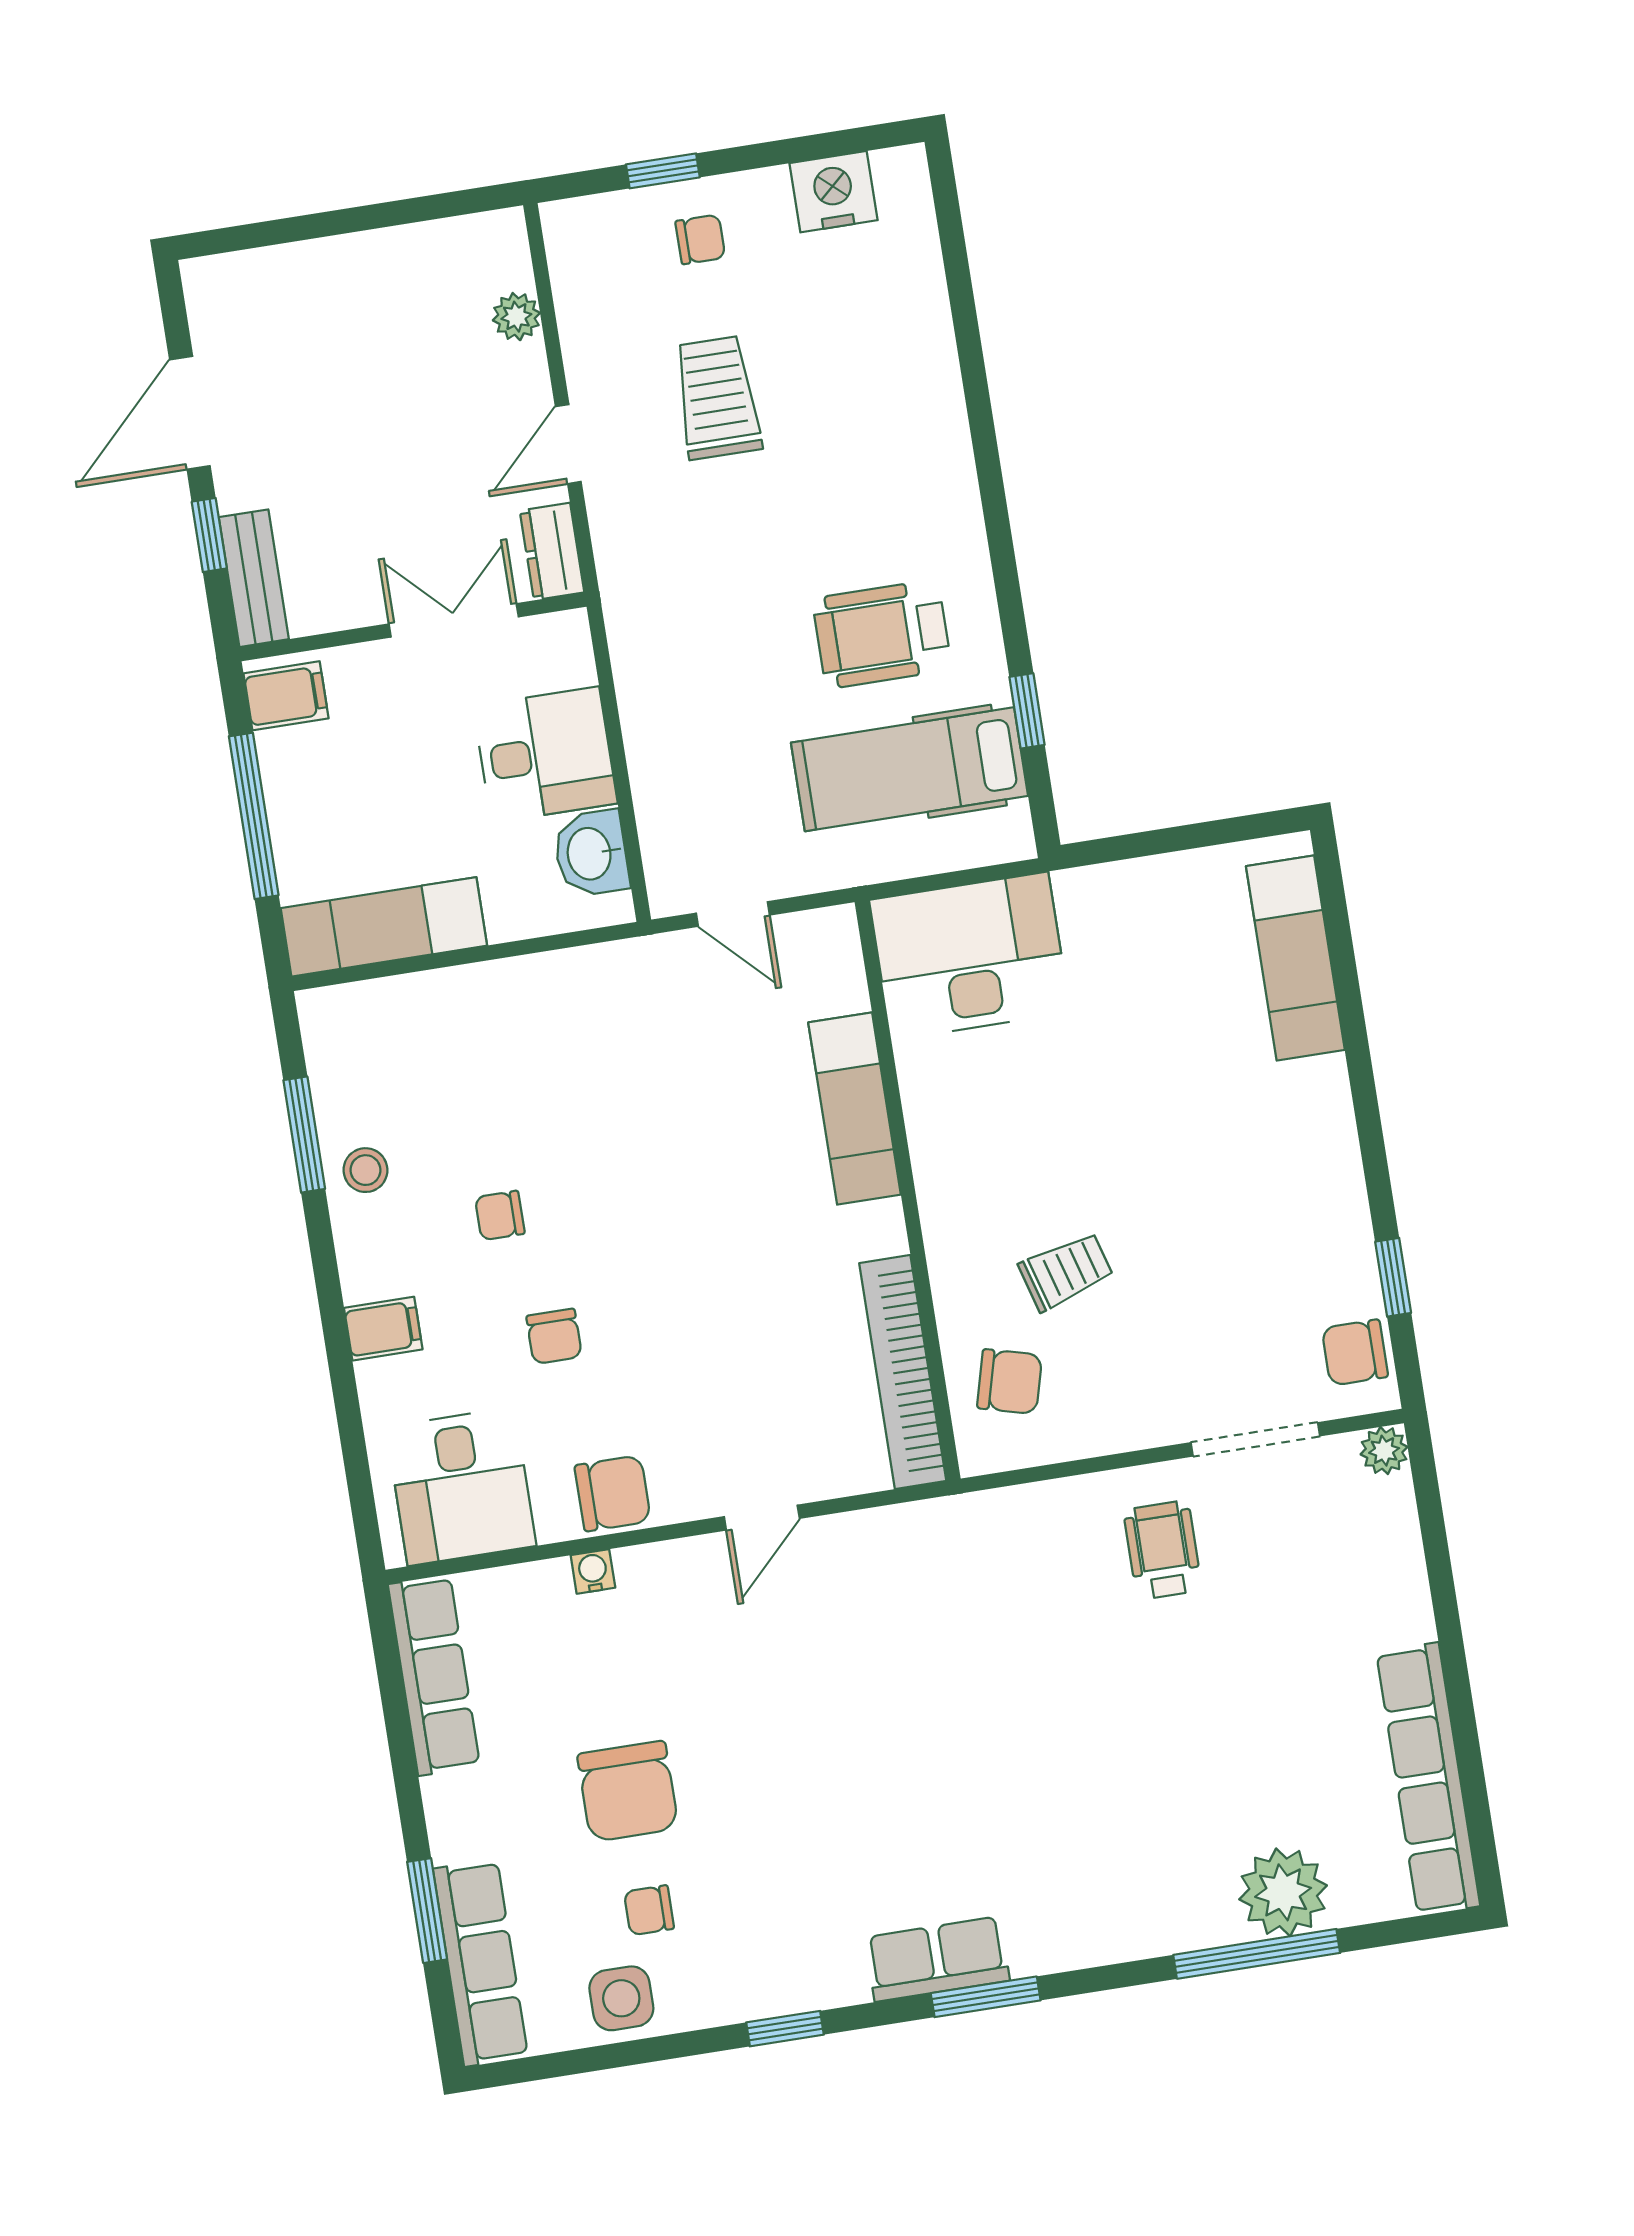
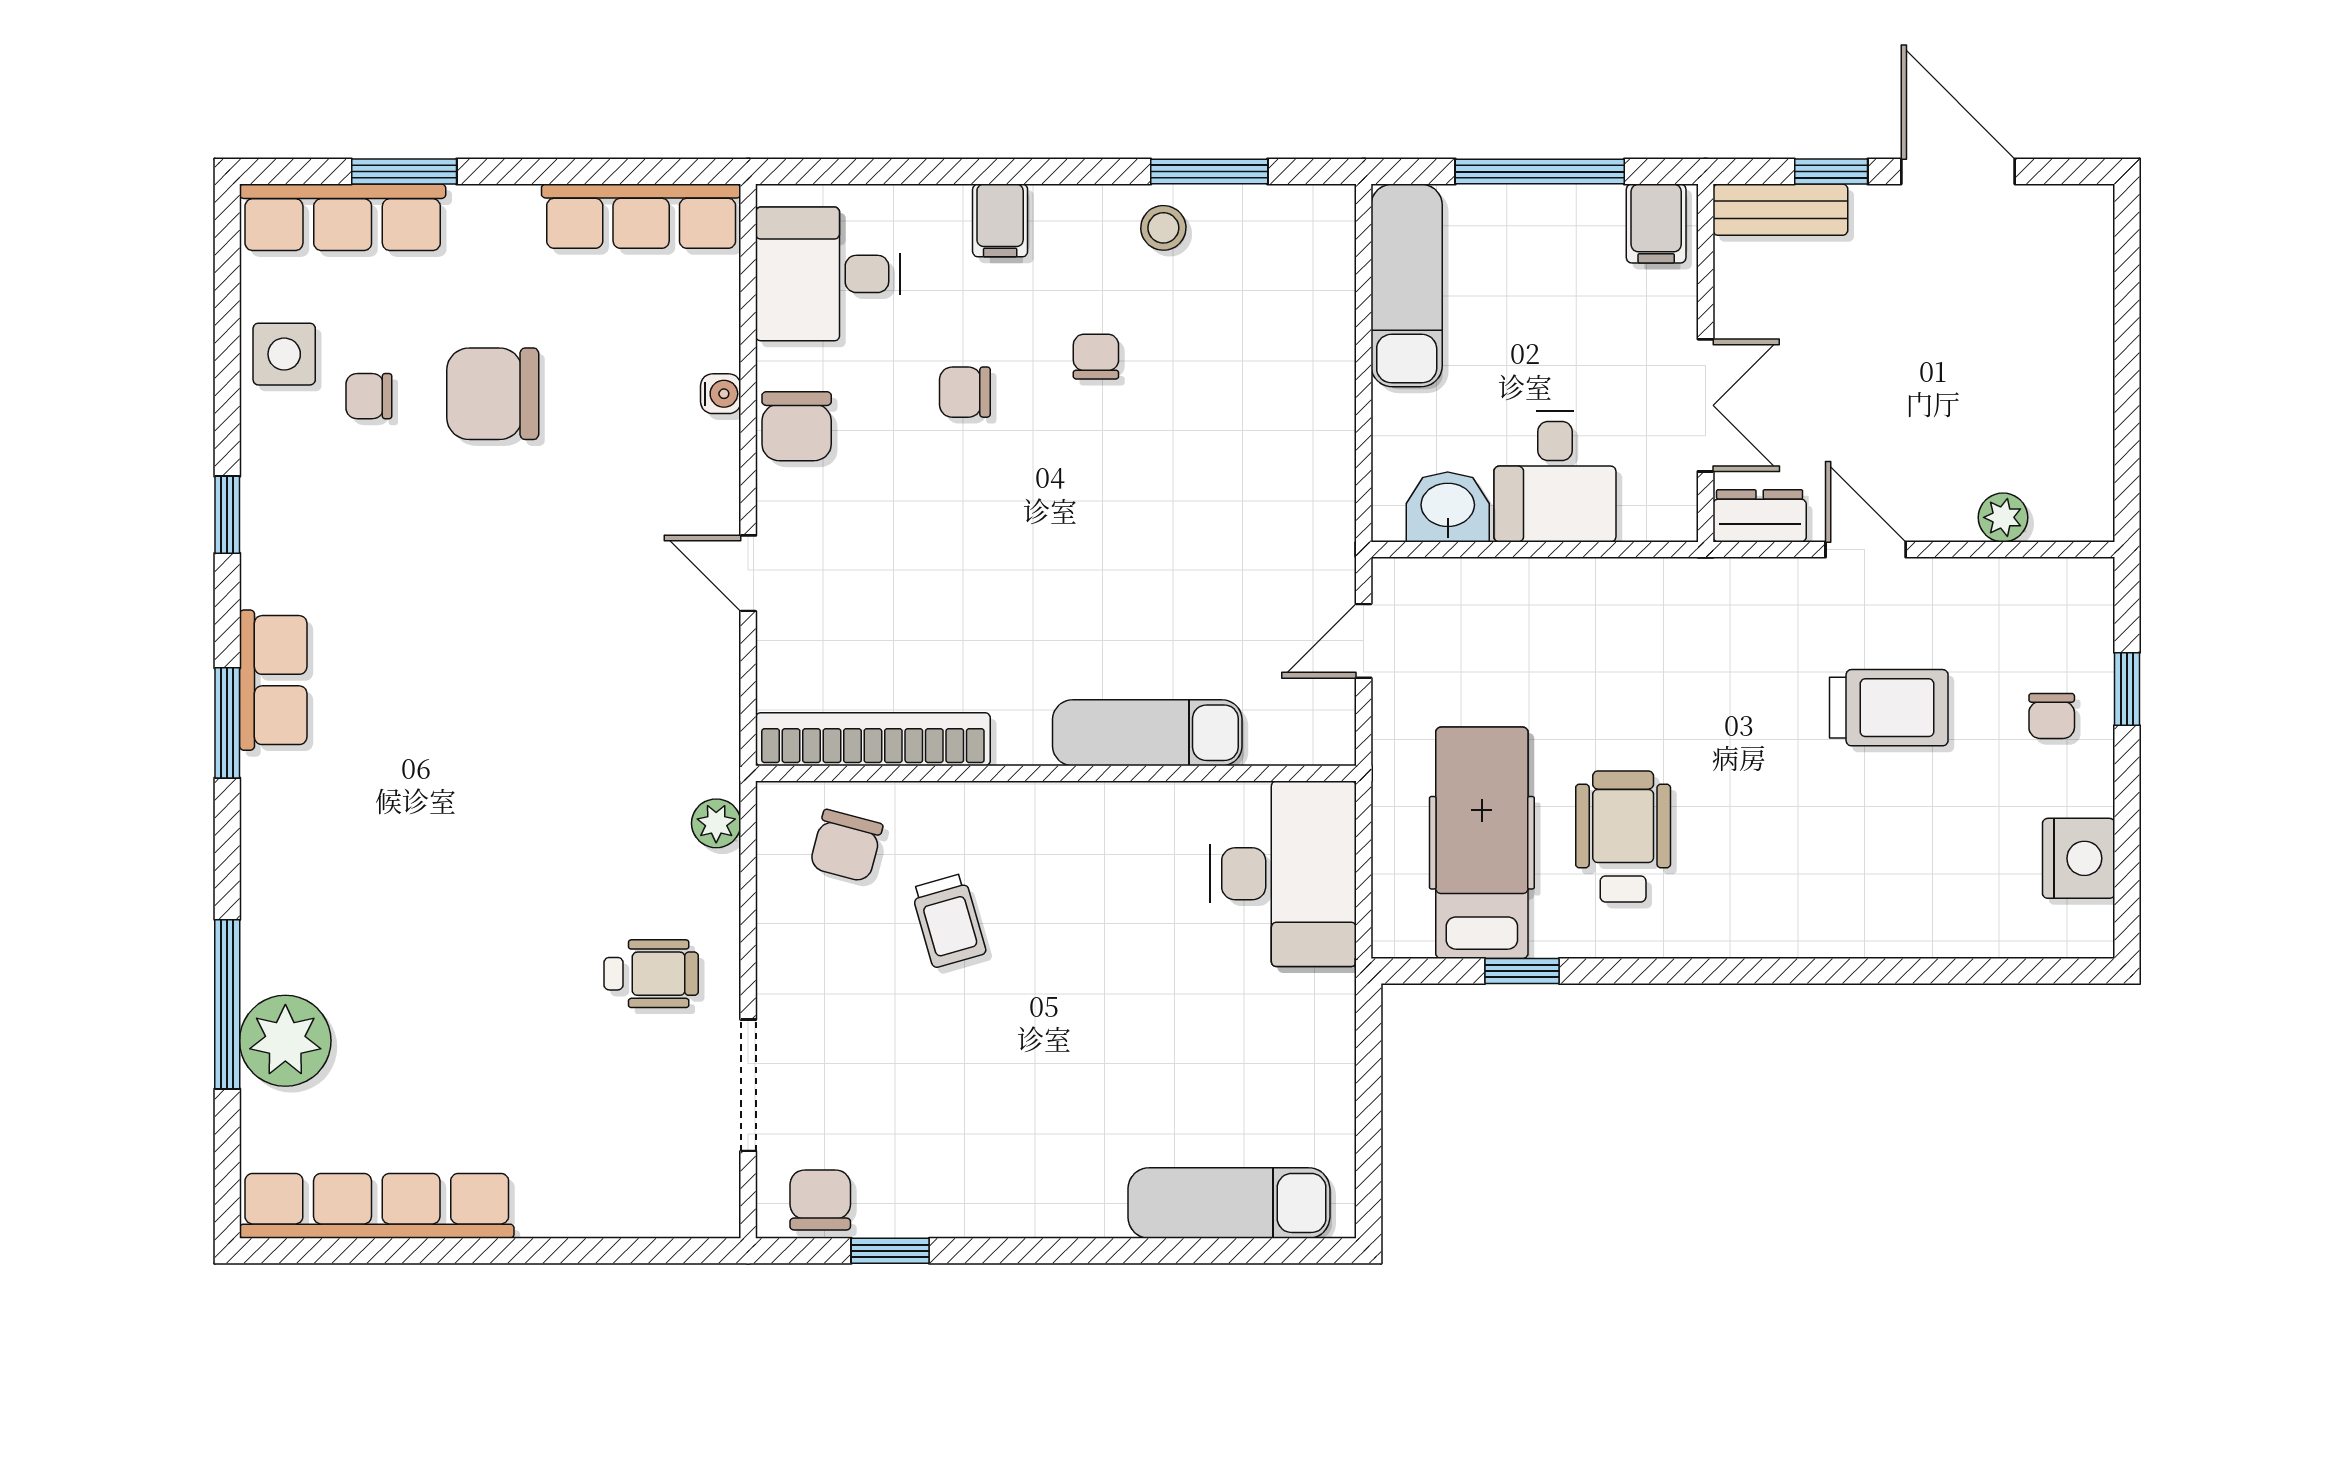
plant: (1384, 1451) -> (716, 823), moved
chair: (649, 1910) -> (369, 396), turned -90

